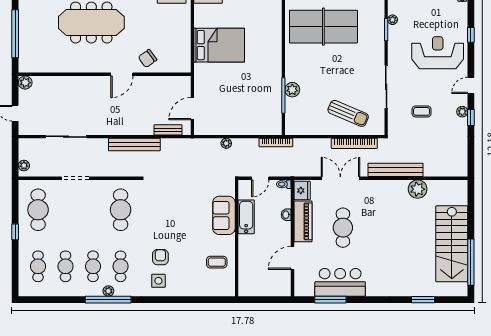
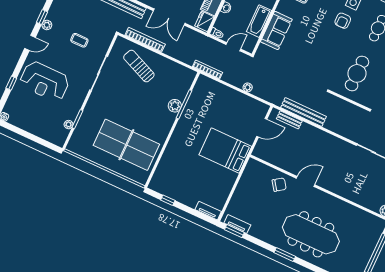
bed: (219, 45) -> (225, 151), moved
bench: (134, 145) -> (304, 112), moved

